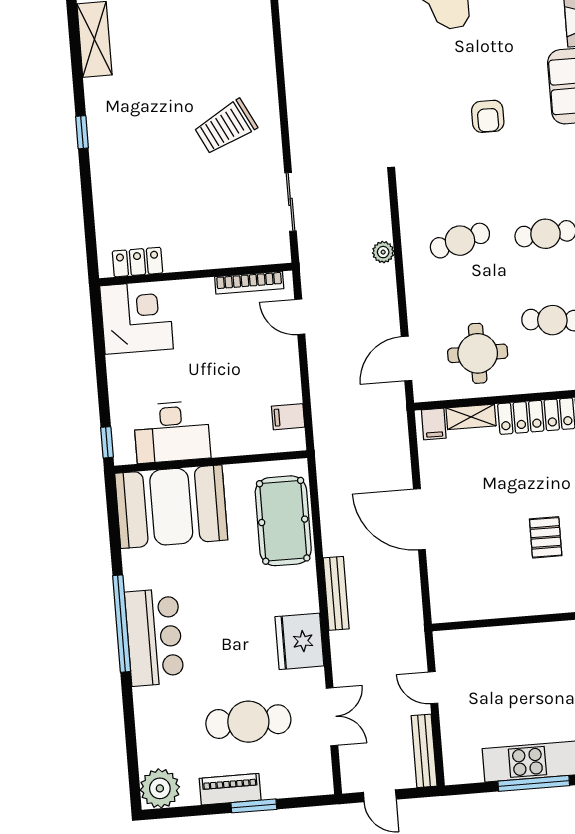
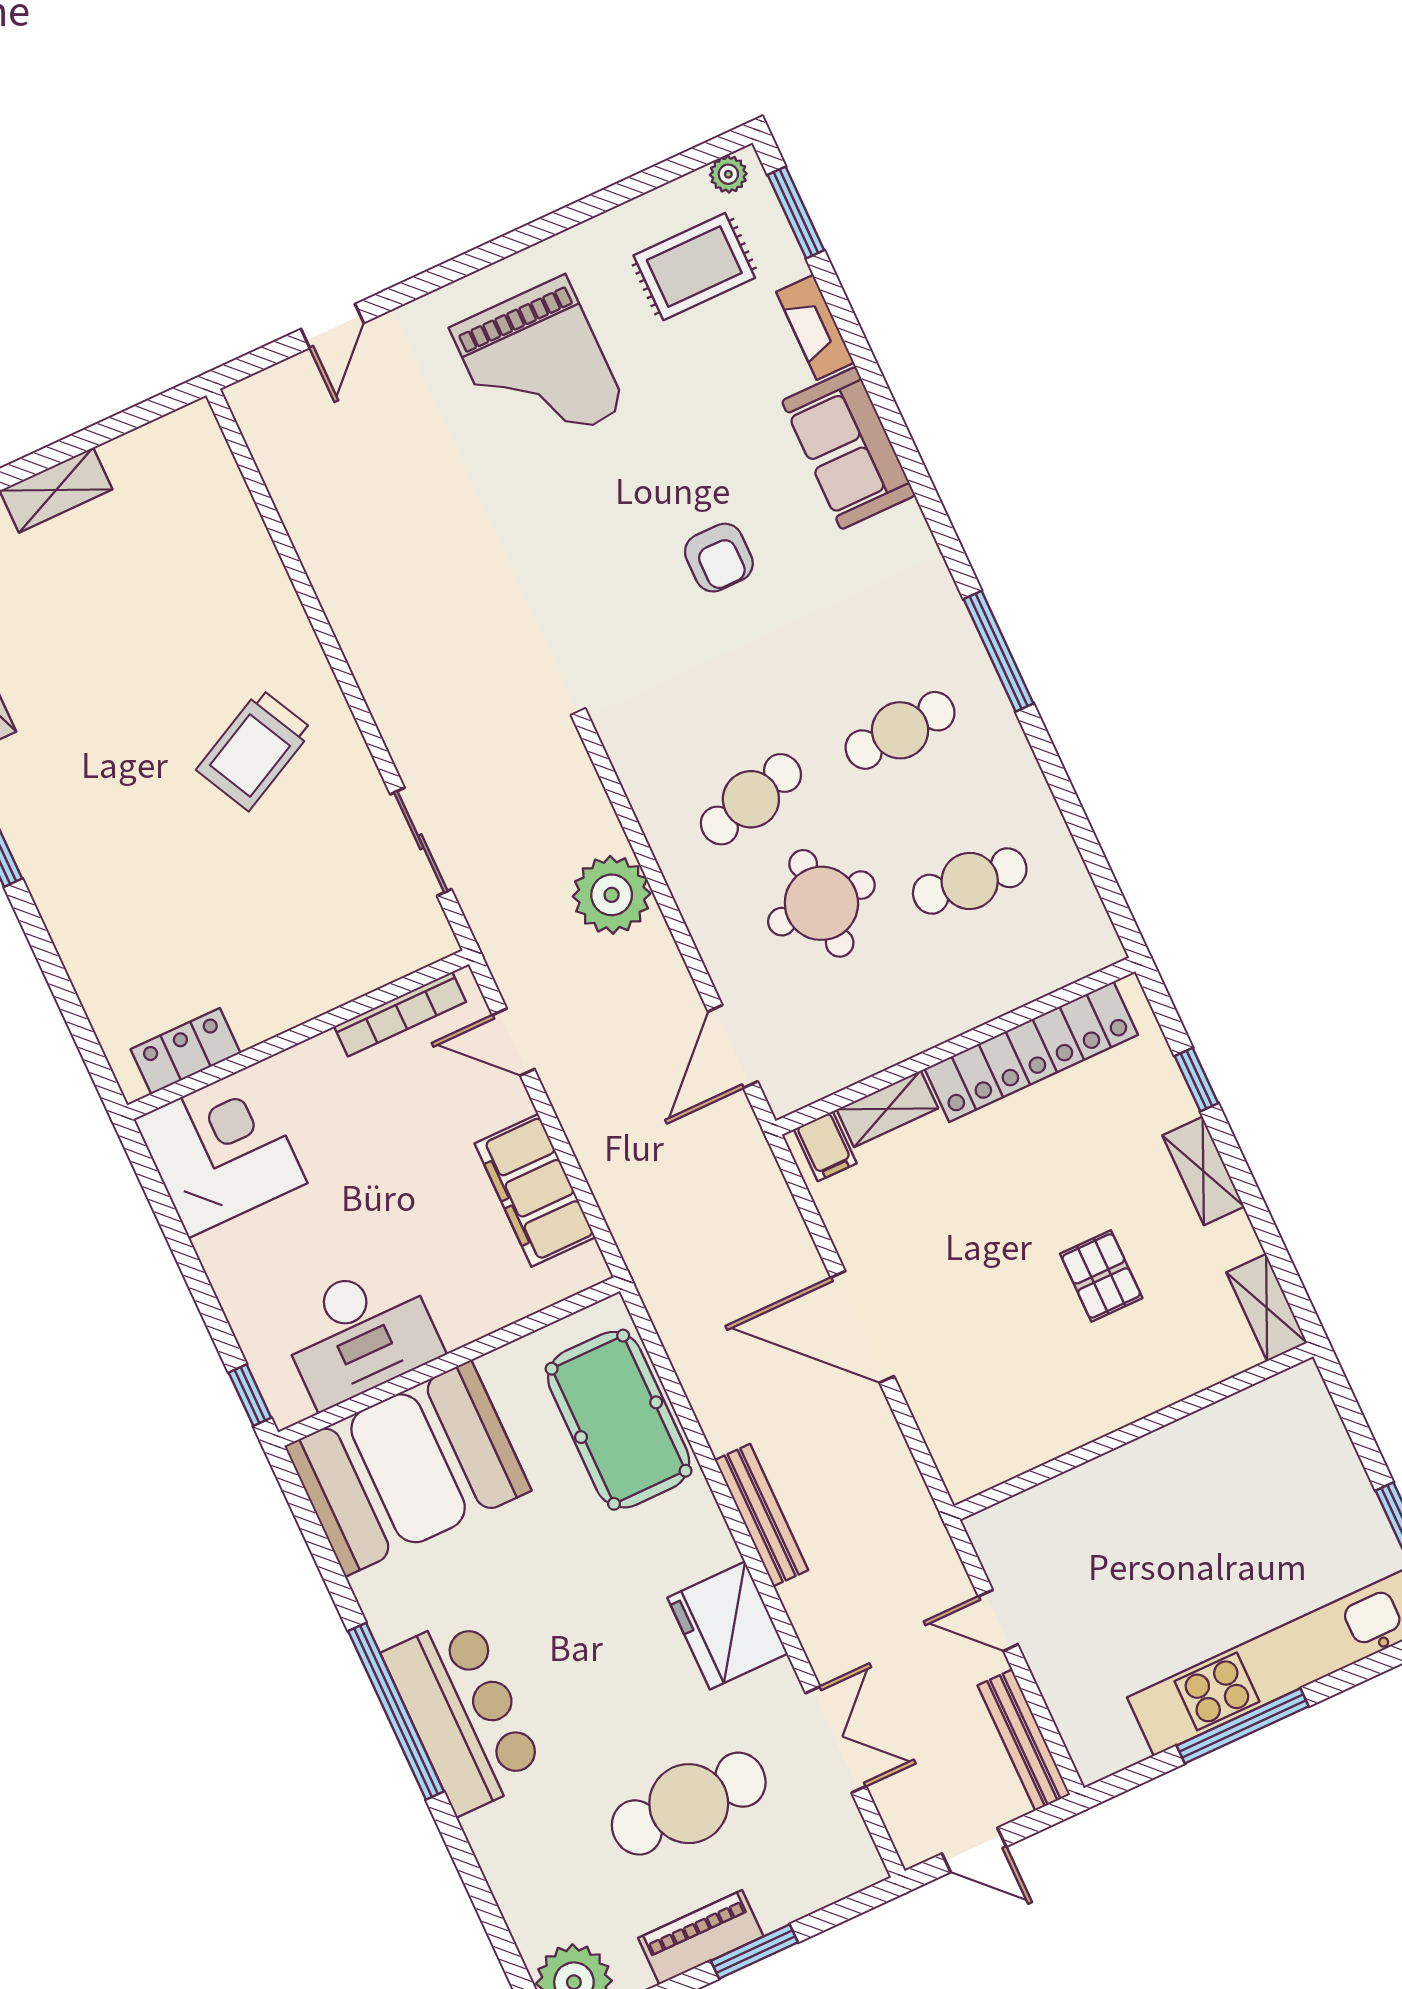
plant: (383, 252) -> (612, 895), width x1.87, depth x1.87
round table: (478, 353) -> (821, 903), moved
filing cabinet: (288, 417) -> (535, 1190), width x3.00, depth x1.17

